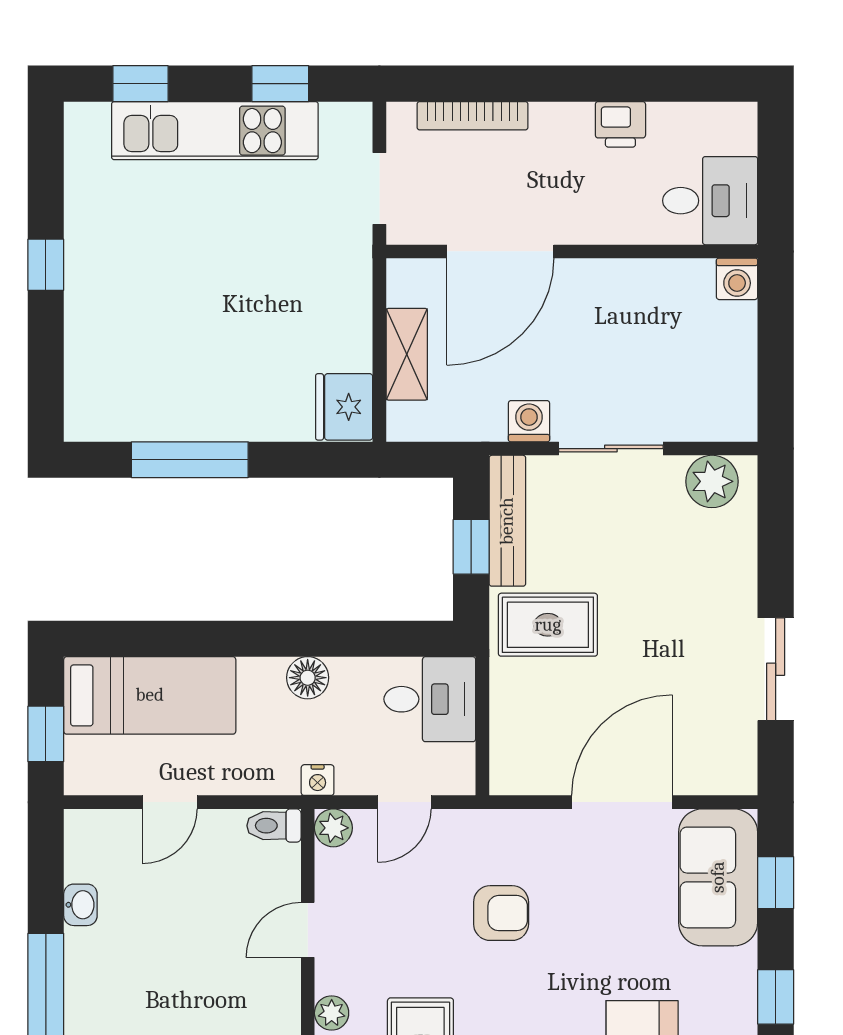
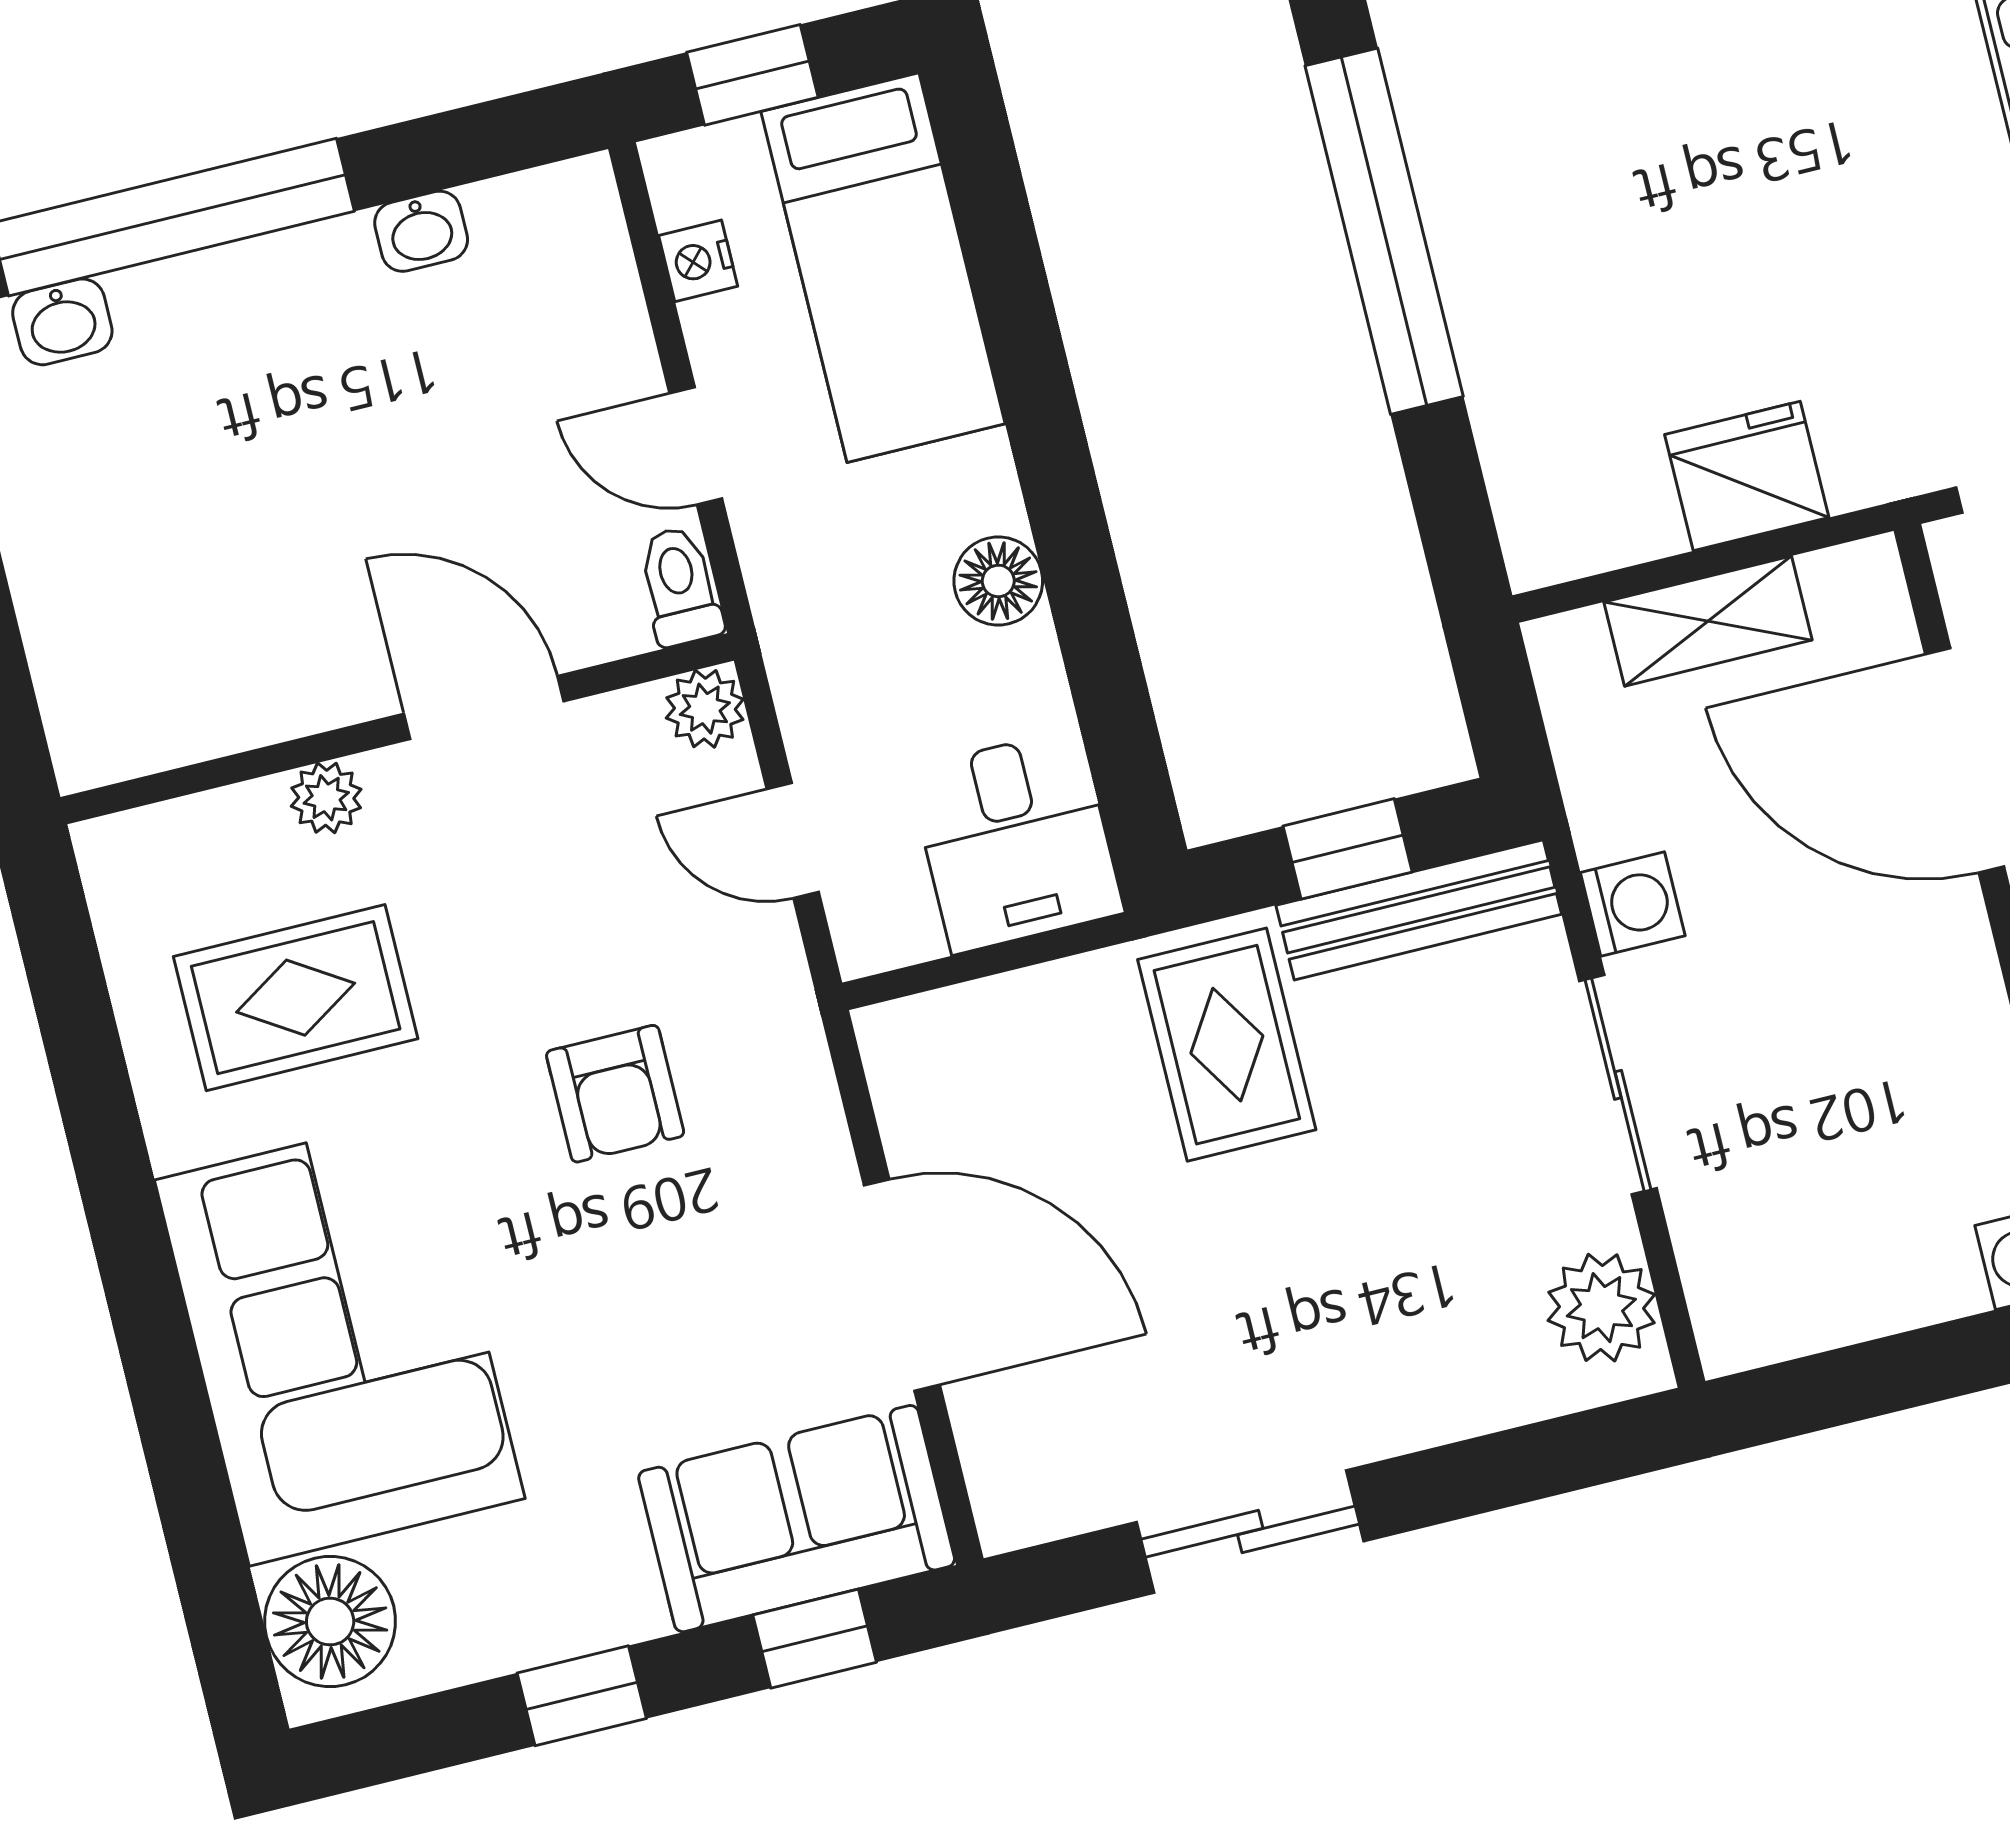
fridge: (344, 407) -> (1747, 476), moved
window: (190, 460) -> (1384, 231), width x1.46
nightstand: (318, 780) -> (698, 261), moved
door: (170, 802) -> (696, 446), moved
door: (308, 930) -> (484, 707), width x1.38

